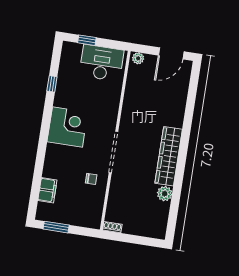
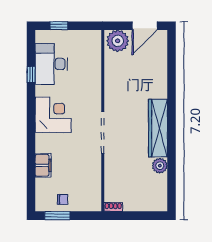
plant: (138, 58) -> (118, 41), width x1.87, depth x1.87
desk: (102, 63) -> (51, 64), moved, turned -90
chair: (91, 179) -> (62, 199), moved
filing cabinet: (47, 190) -> (43, 165), moved

